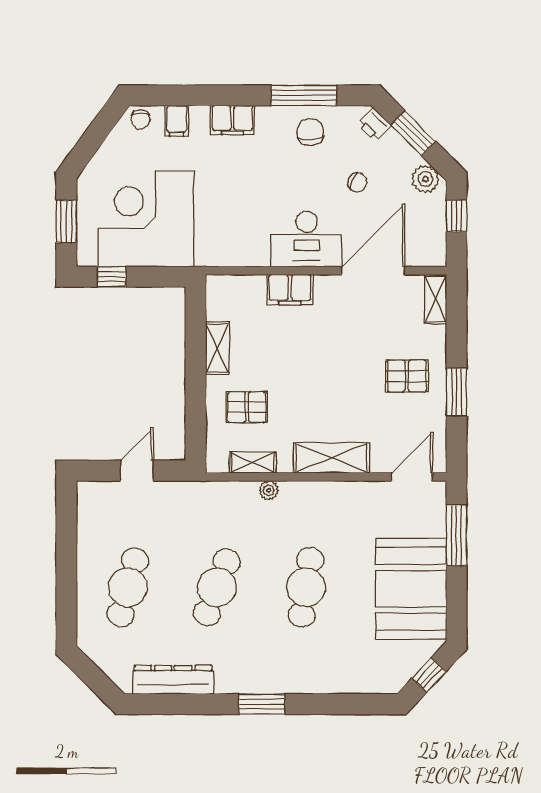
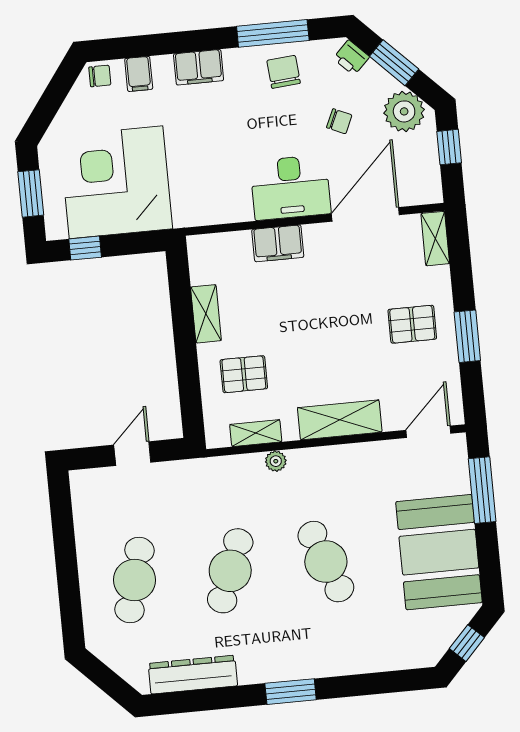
chair: (141, 119) -> (100, 76), turned -90
plant: (425, 179) -> (404, 111), width x1.36, depth x1.36
cafe table: (306, 587) -> (326, 562), turned -30

